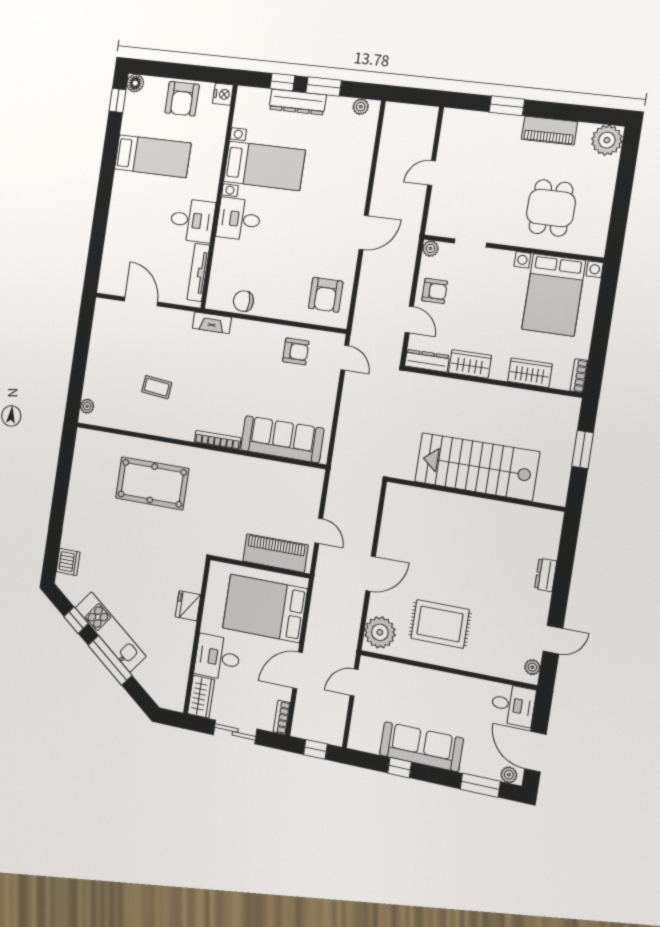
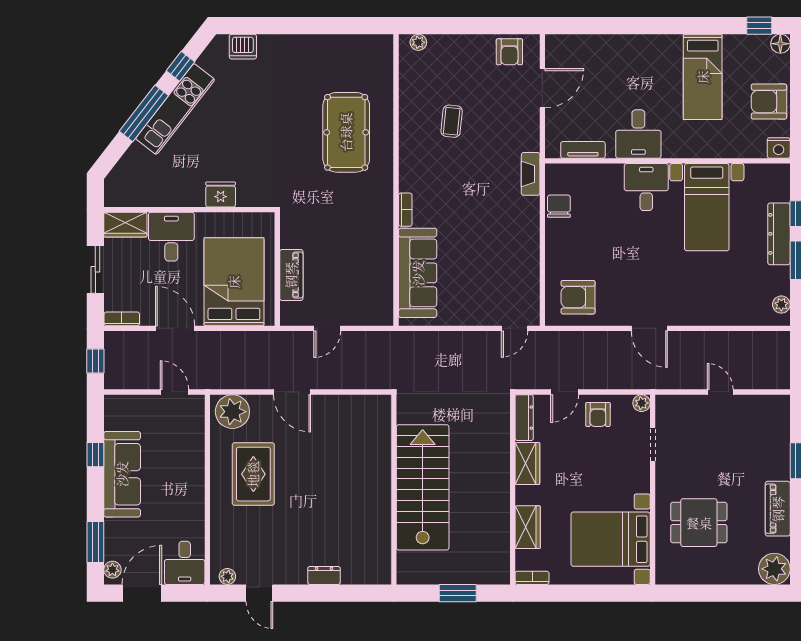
tv unit: (198, 272) -> (583, 150), width x0.71
armchair: (296, 351) -> (509, 52), moved
bookcase: (218, 440) -> (405, 210), width x0.64
piano: (275, 553) -> (291, 275), width x0.73, depth x0.75

